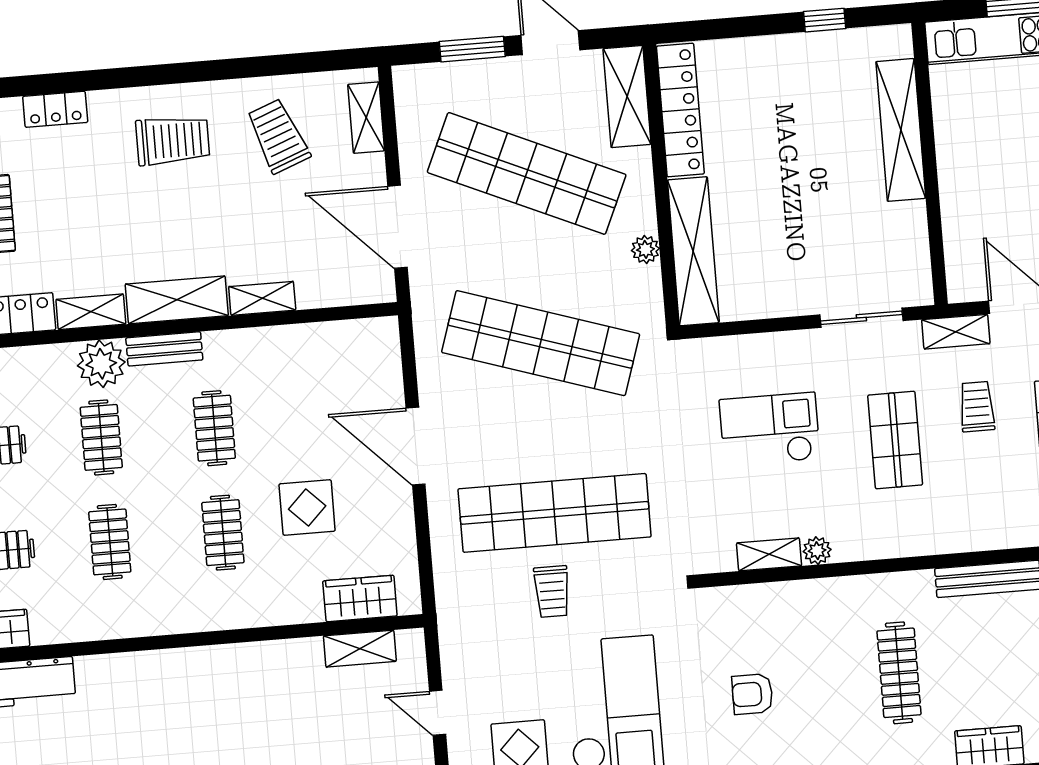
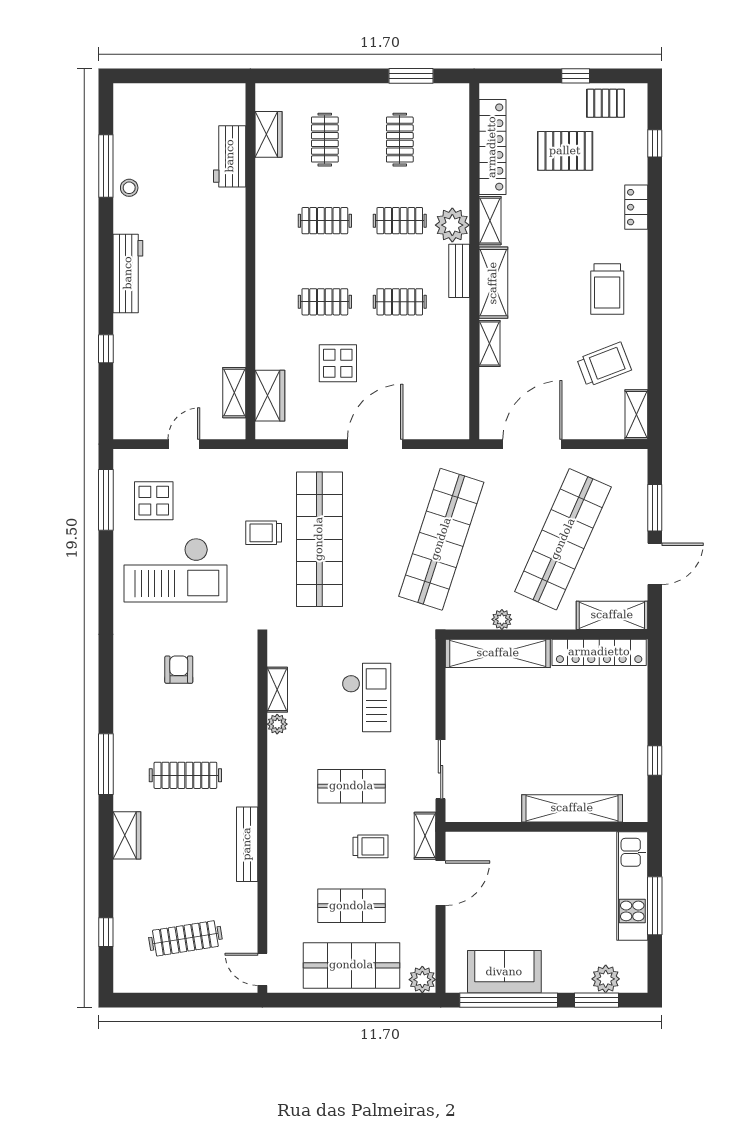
shelving: (366, 118) -> (636, 415), moved, turned 90

